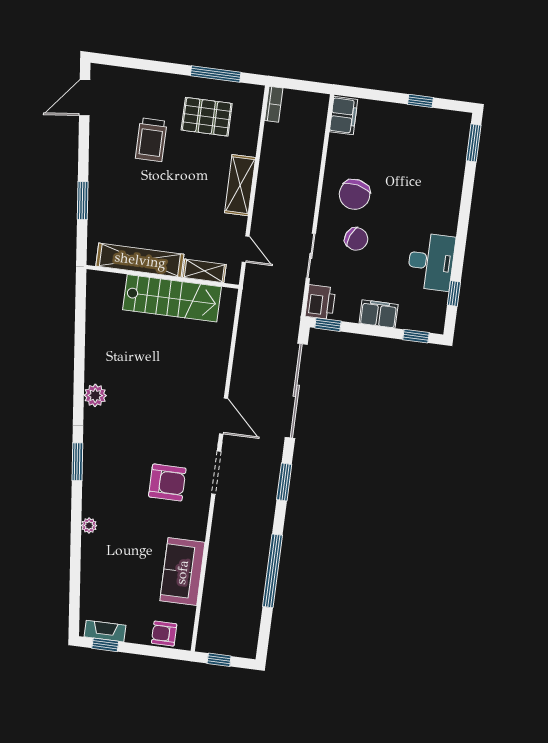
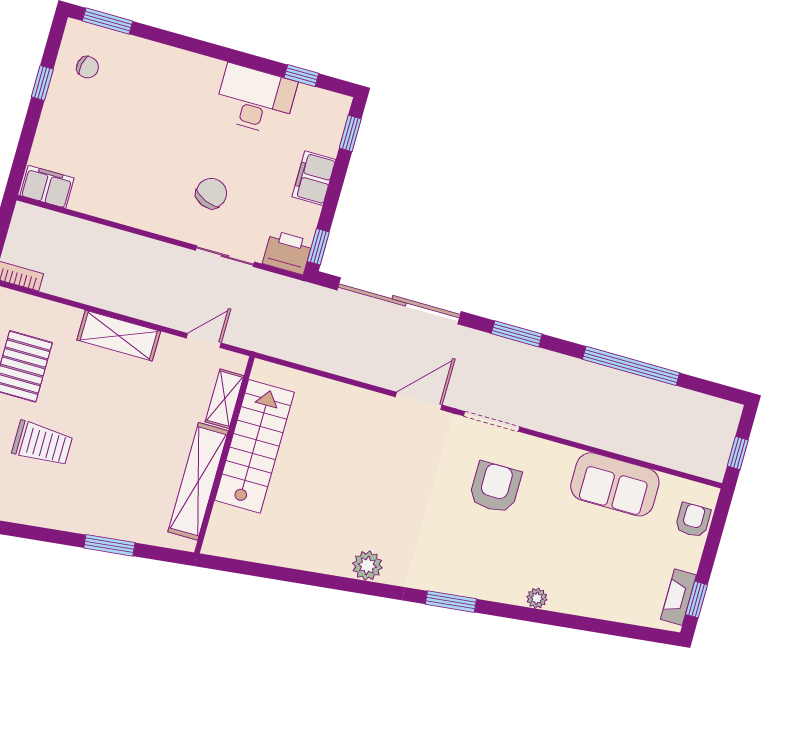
chair: (355, 194) -> (88, 67), moved, width x0.54, depth x0.54
armchair: (164, 634) -> (693, 520), turned 180

